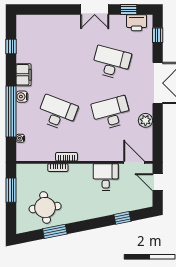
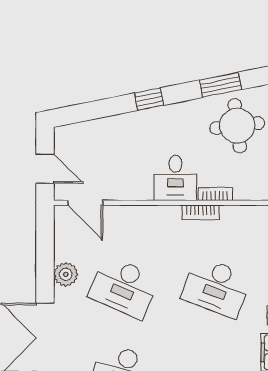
desk: (111, 113) -> (124, 287), turned 39
desk: (106, 177) -> (175, 178), moved
window: (122, 218) -> (149, 99), moved

